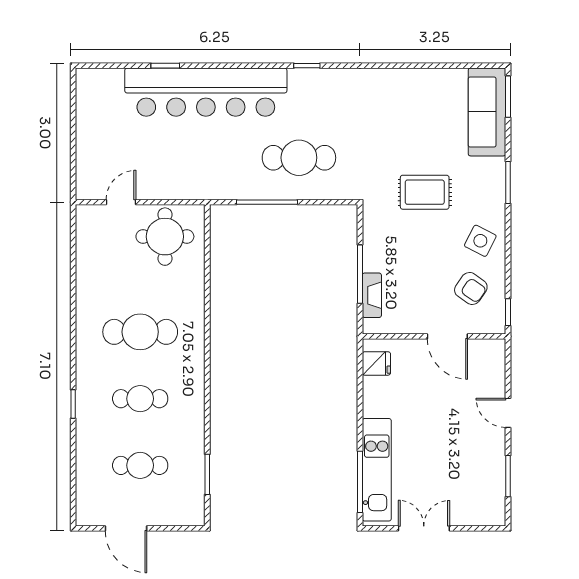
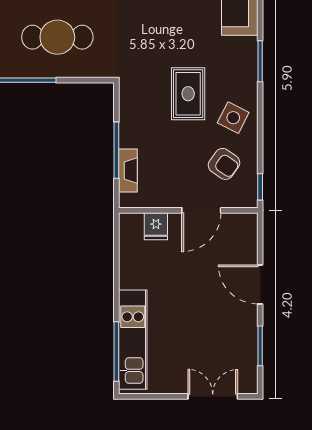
rug: (425, 192) -> (188, 94), moved, turned 90
door: (447, 336) -> (201, 210), hinge flipped
fridge: (376, 363) -> (156, 226), moved, turned 90
door: (508, 413) -> (260, 284), width x1.38
double door: (424, 528) -> (213, 396), moved

